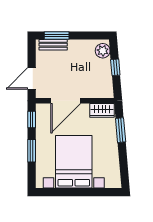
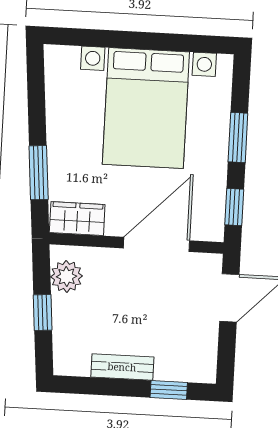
window: (57, 35) -> (169, 390), width x0.67
bench: (53, 45) -> (122, 367), moved
plant: (103, 51) -> (66, 276), moved

